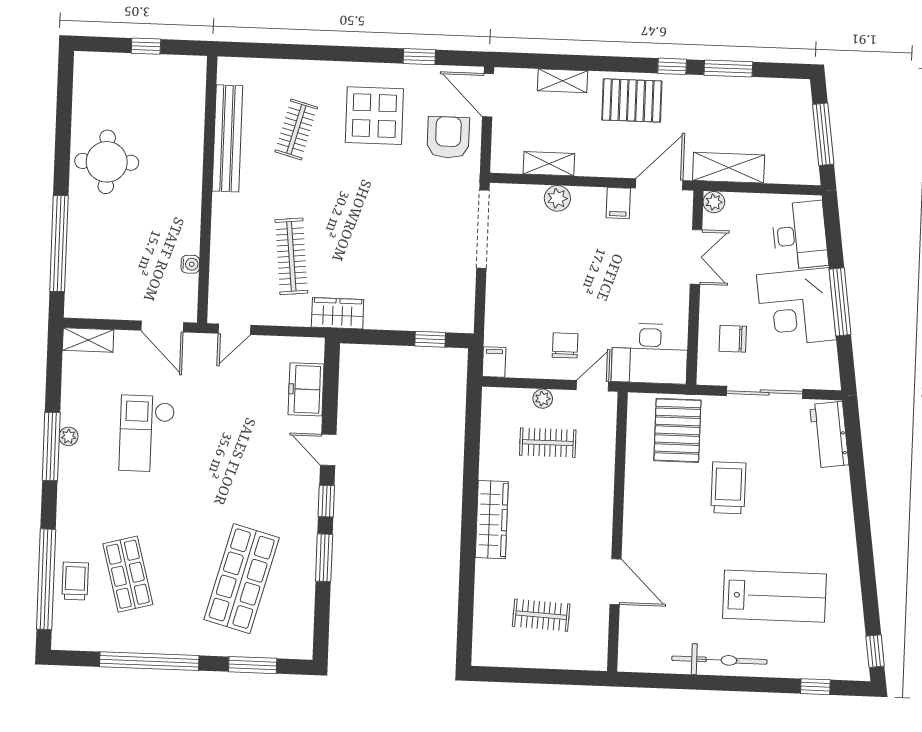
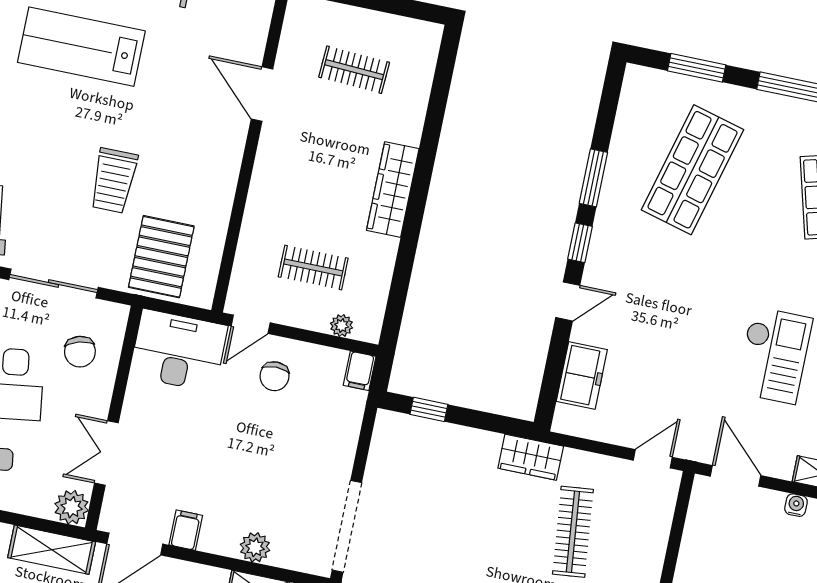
plant: (714, 202) -> (72, 507), width x1.38, depth x1.38
water cooler: (190, 264) -> (796, 505), moved, turned 90
chair: (733, 339) -> (80, 352), turned 74
plant: (543, 399) -> (342, 326), moved
door: (328, 450) -> (568, 301), hinge flipped

